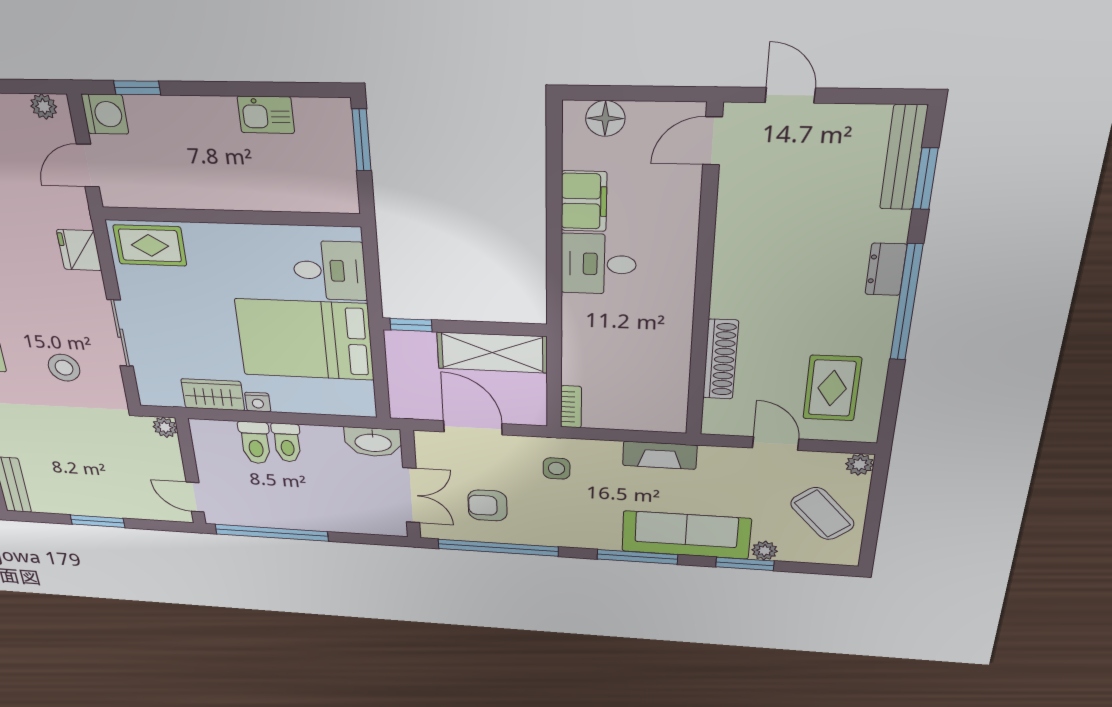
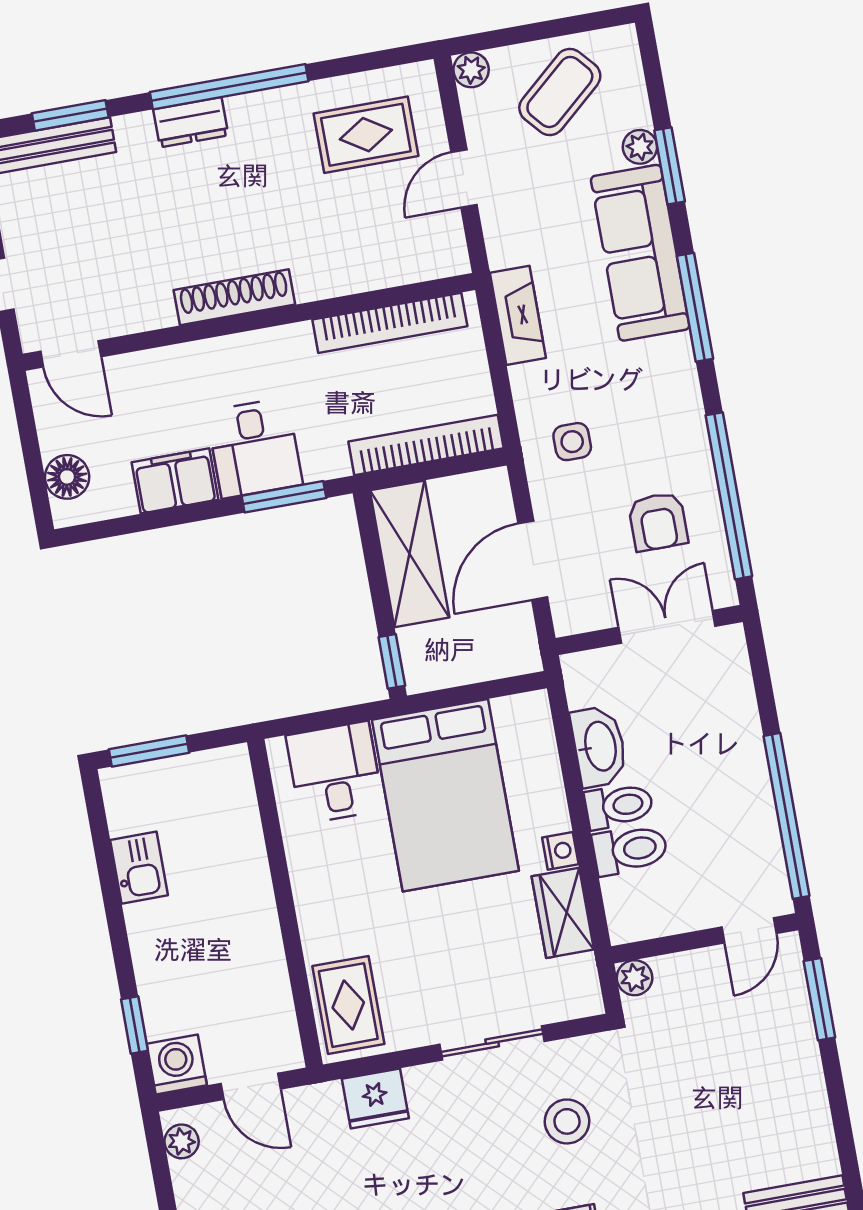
window: (554, 277) -> (284, 497), added
shoe rack: (720, 359) -> (234, 297), moved
bookcase: (676, 375) -> (390, 323), added
bookcase: (571, 407) -> (426, 445), width x2.31, depth x1.31
washbasin: (373, 442) -> (599, 746), moved
window: (98, 521) -> (819, 999), moved

